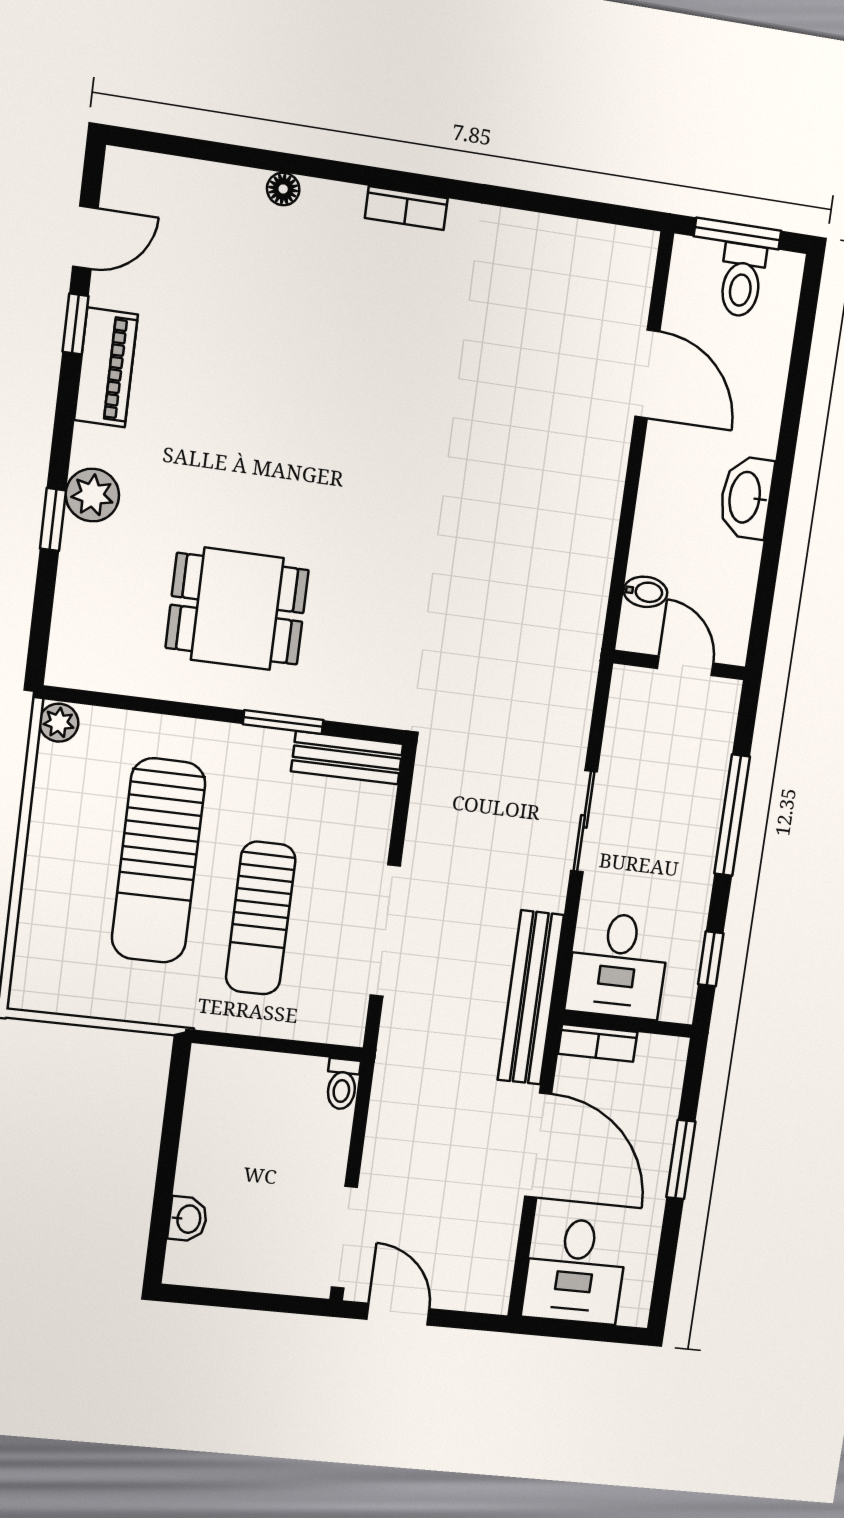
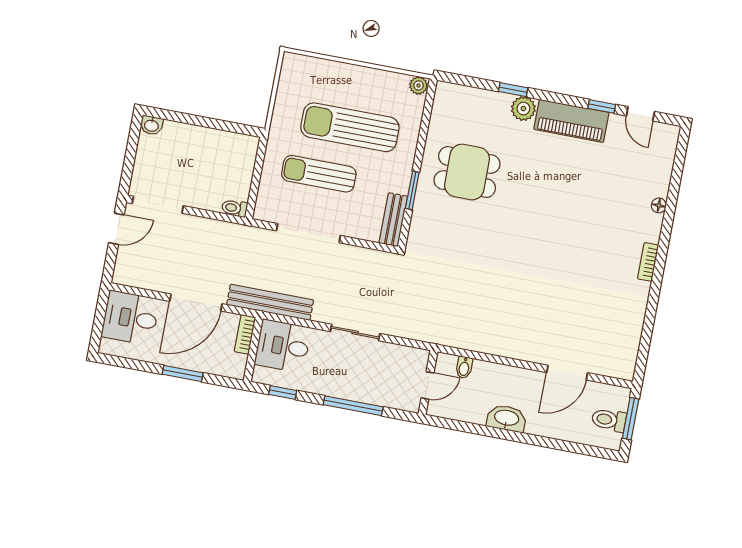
piano: (106, 367) -> (571, 121), width x1.37, depth x1.33
dining table: (237, 609) -> (467, 172), turned 90
washbasin: (188, 1219) -> (151, 125), moved

